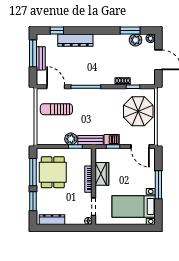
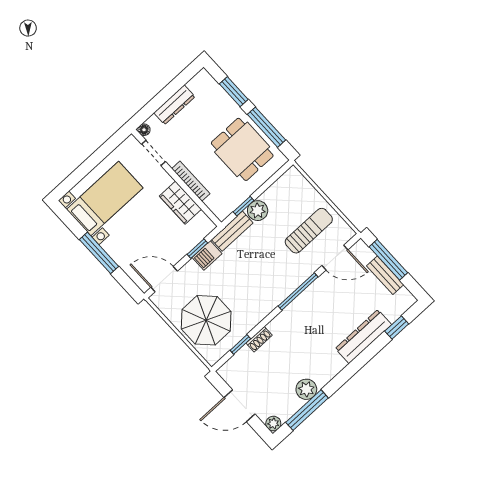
window: (130, 31) -> (307, 410), width x1.44
plant: (136, 40) -> (306, 389), moved
window: (33, 53) -> (388, 260), moved
dresser: (52, 220) -> (174, 105), moved

